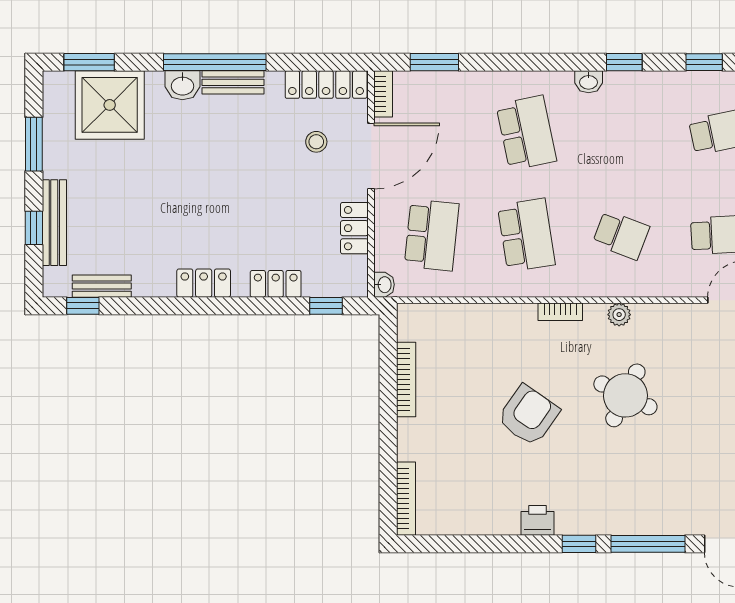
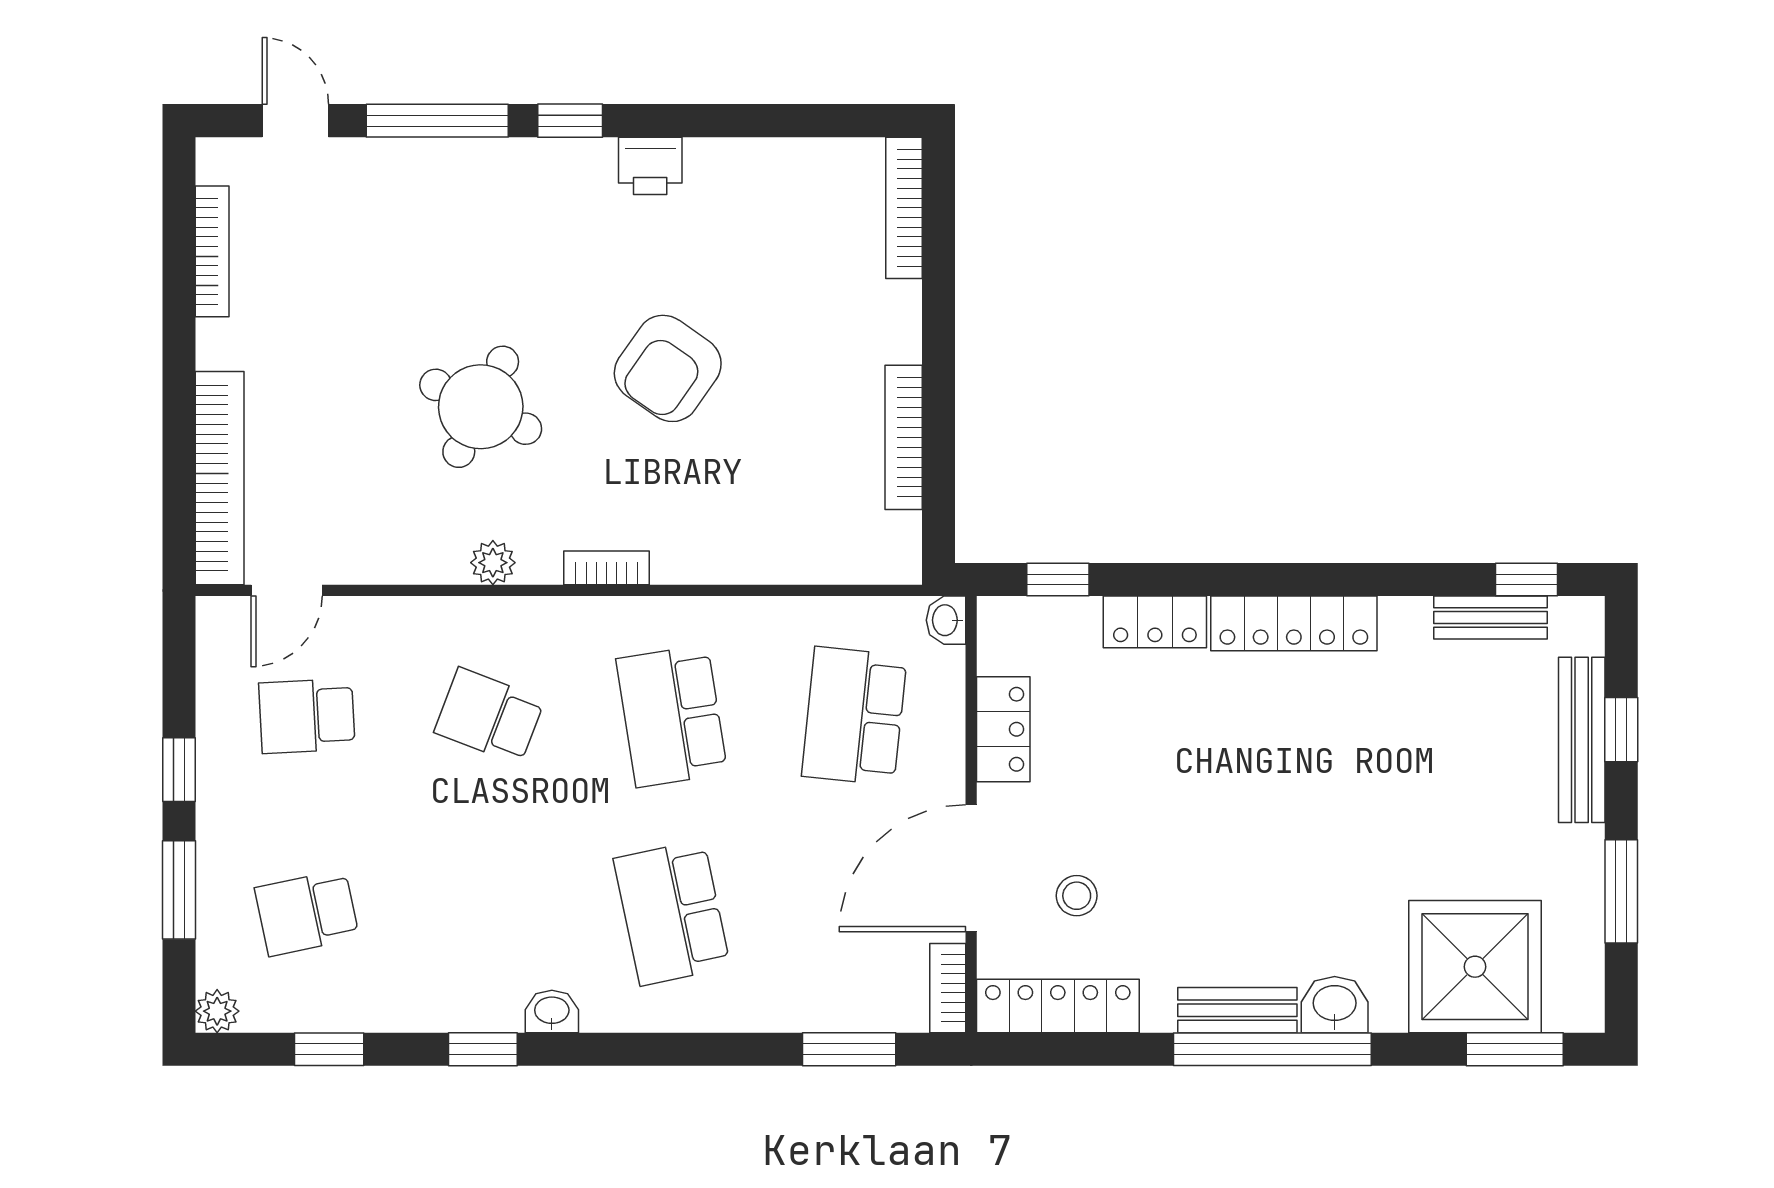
locker: (204, 283) -> (1294, 623), width x1.53

